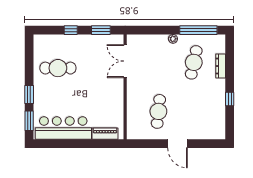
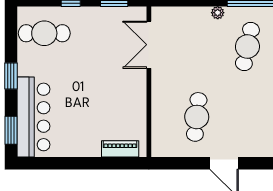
cafe table: (58, 68) -> (44, 33), moved
window: (29, 95) -> (11, 76), moved
bar counter: (63, 128) -> (33, 117), moved, turned 90

